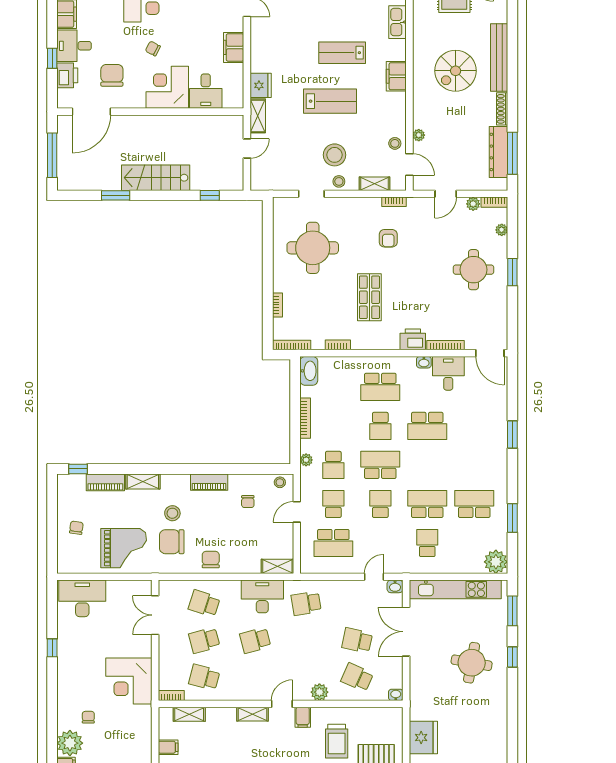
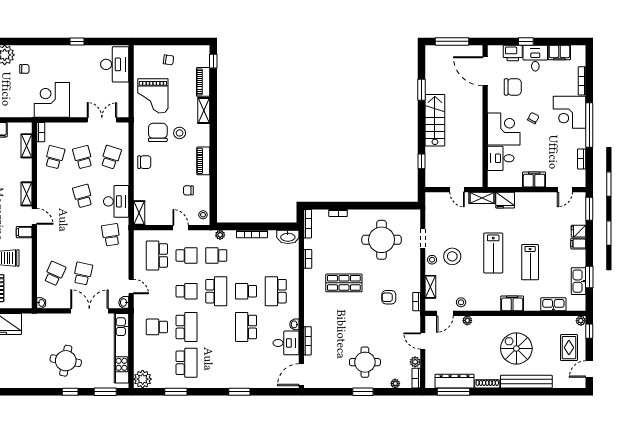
lab bench: (342, 53) -> (530, 262), turned 180
printer: (413, 339) -> (312, 316), removed
school desk: (427, 543) -> (157, 327), turned 180
plant: (319, 692) -> (43, 245), removed

